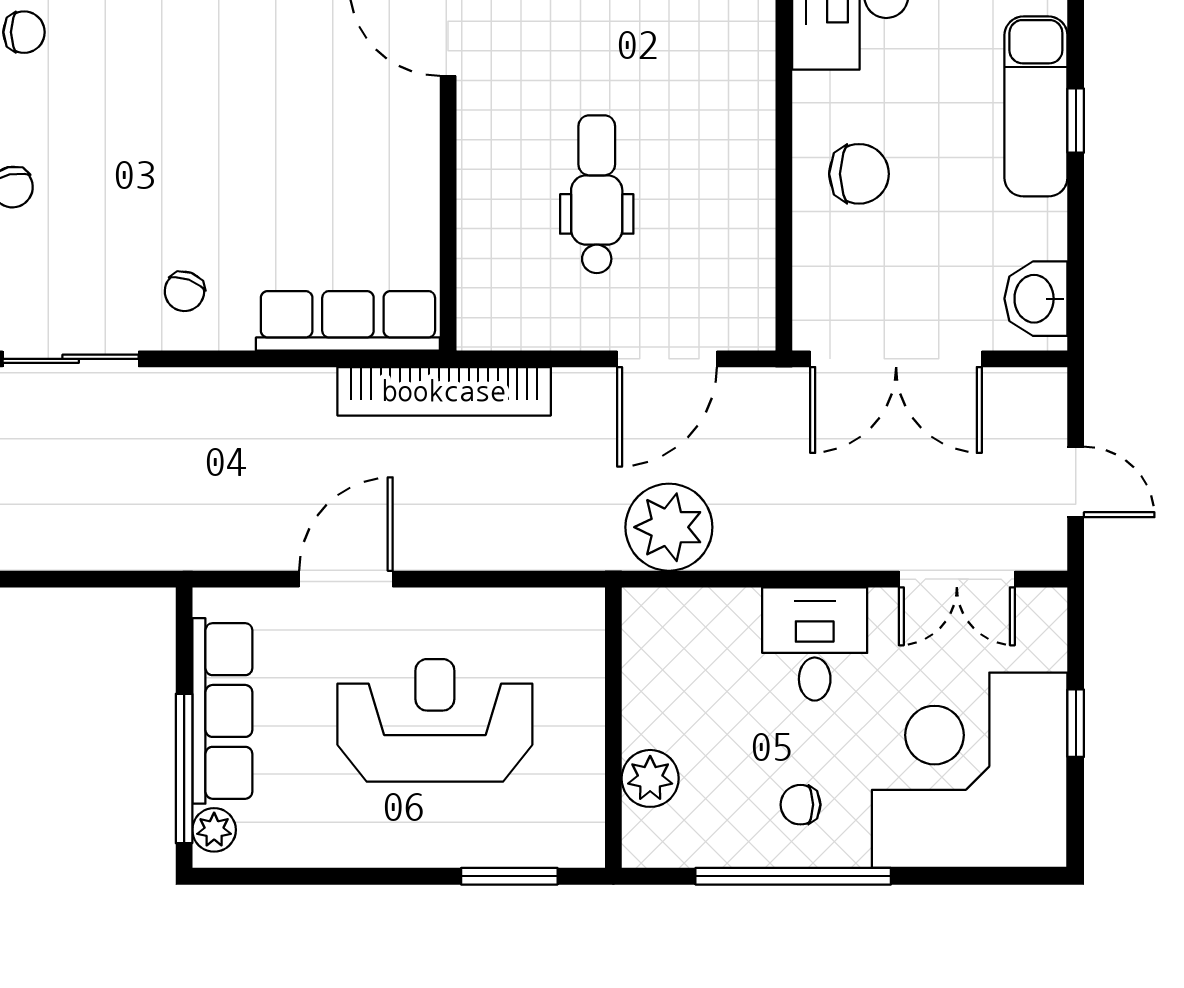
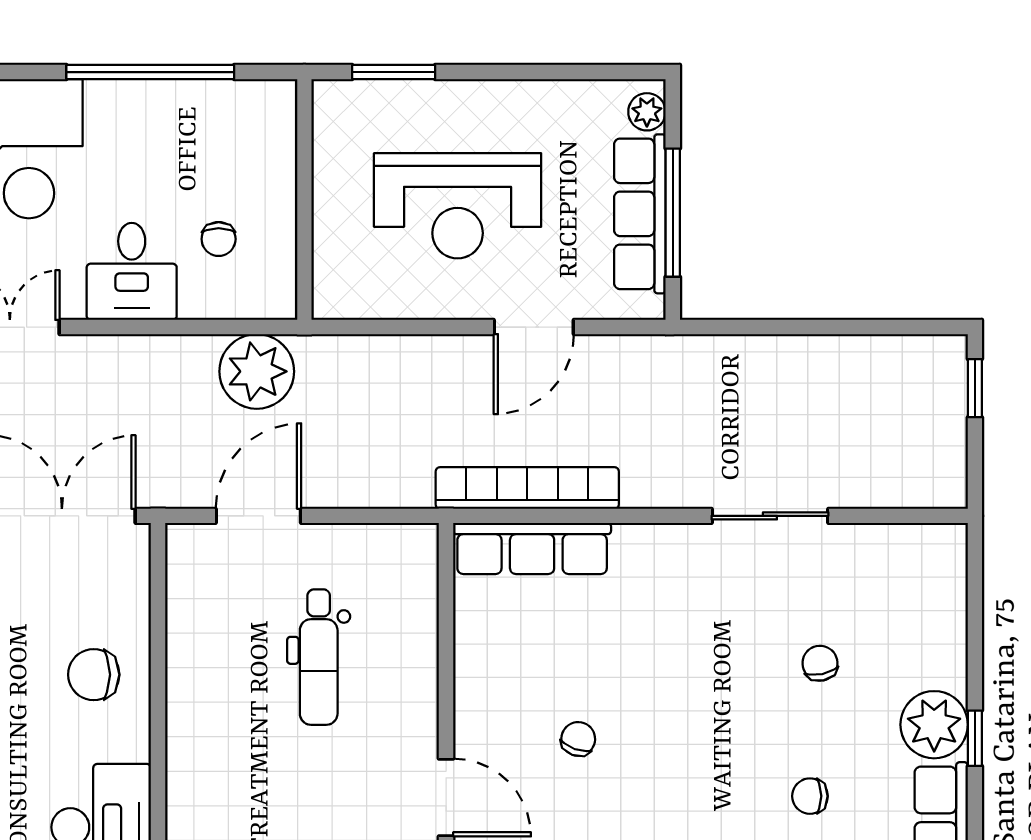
chair: (184, 291) -> (578, 739), moved
bookcase: (444, 391) -> (527, 488), moved
window: (184, 769) -> (673, 213), moved
plant: (650, 778) -> (273, 156), removed
chair: (800, 805) -> (219, 239), moved, turned 90

